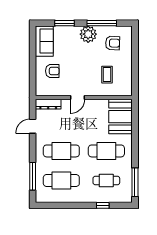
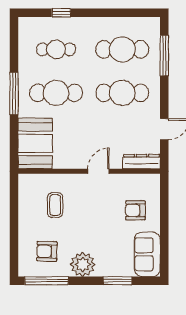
window: (102, 23) -> (47, 281), moved
window: (135, 182) -> (14, 94), moved

